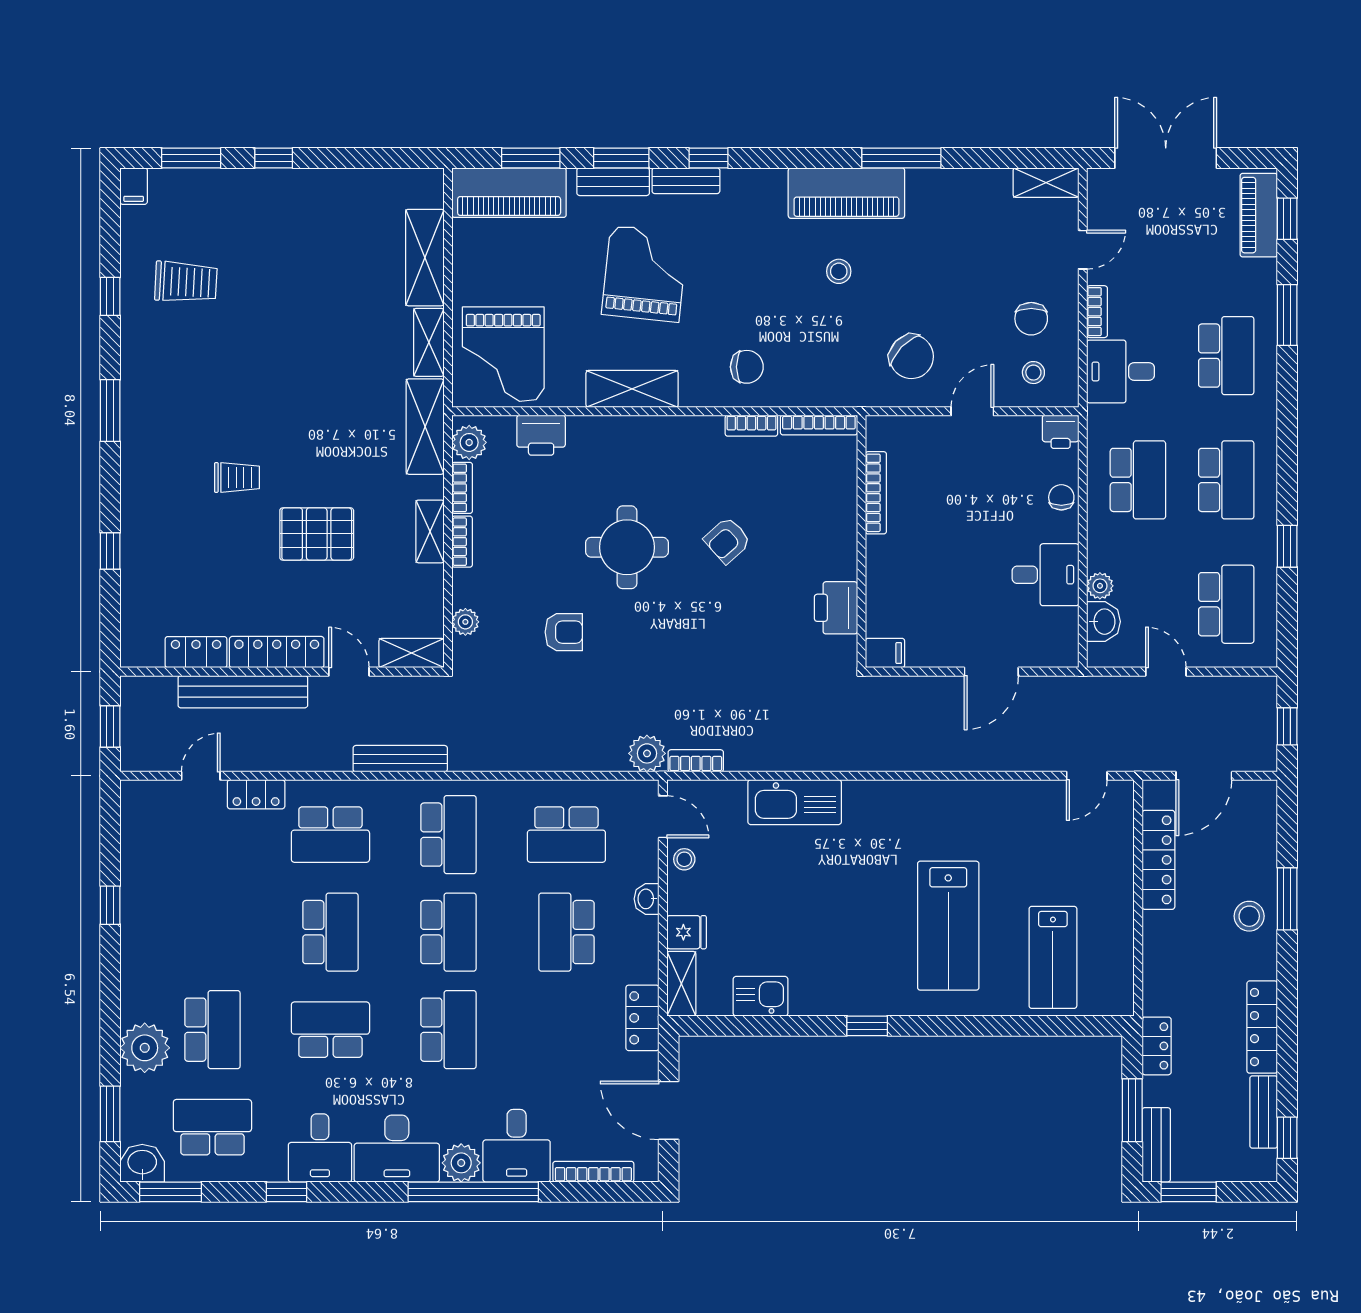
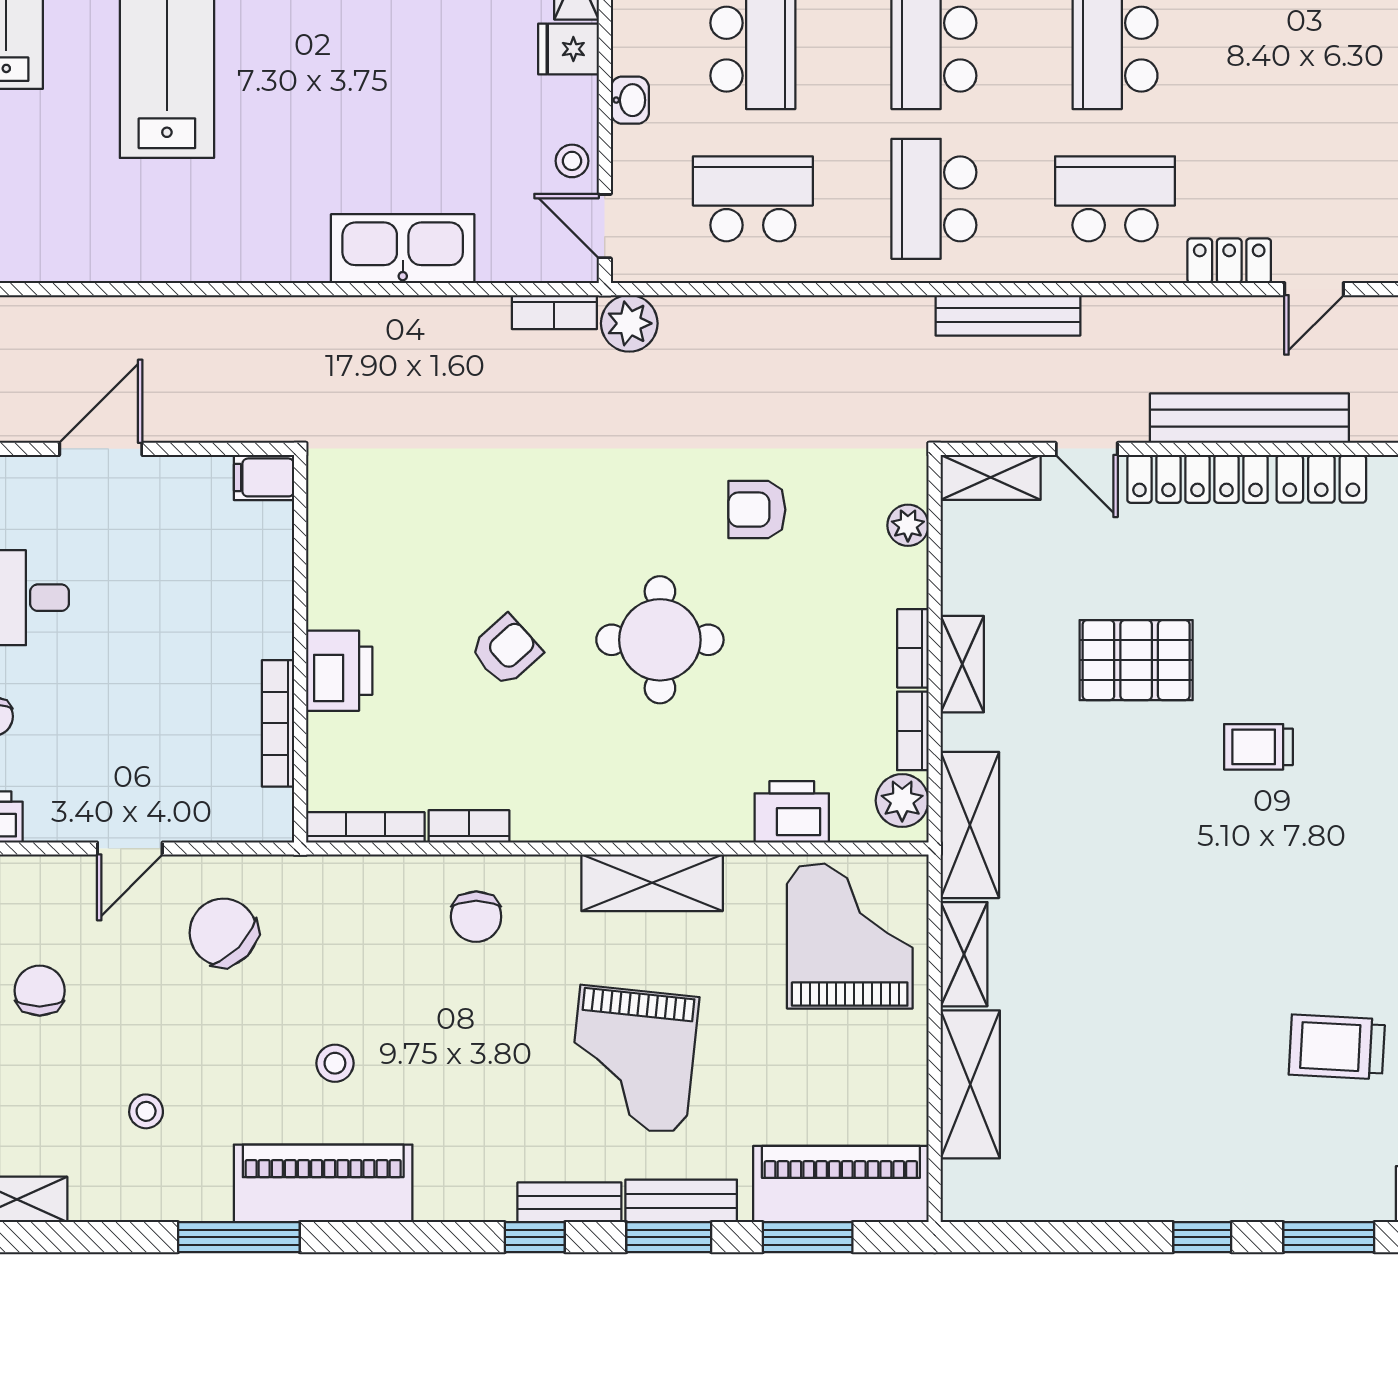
chair: (747, 367) -> (476, 917), turned -90
stool: (1033, 373) -> (146, 1111), moved
printer: (836, 608) -> (339, 671), moved

